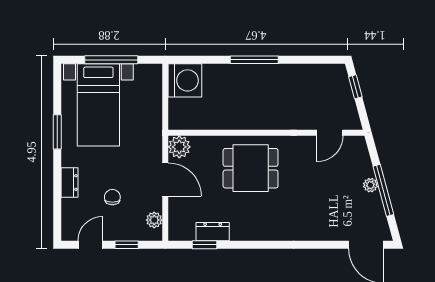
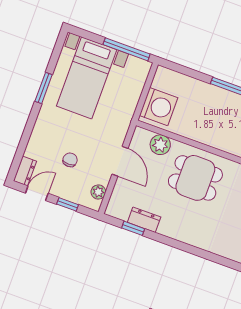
window: (111, 60) -> (127, 49), moved
washing machine: (185, 80) -> (159, 107), moved
plant: (179, 147) -> (160, 145), moved
dresser: (69, 183) -> (25, 171), moved

